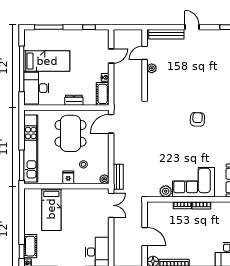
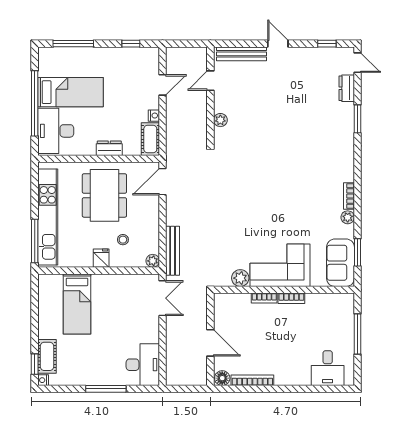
plant: (152, 68) -> (220, 120), moved
armchair: (197, 119) -> (286, 175), removed
bench: (118, 177) -> (173, 251), width x1.36

